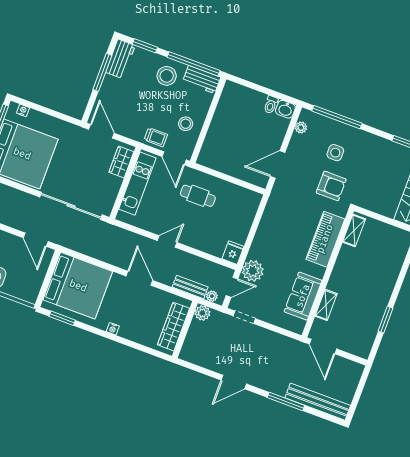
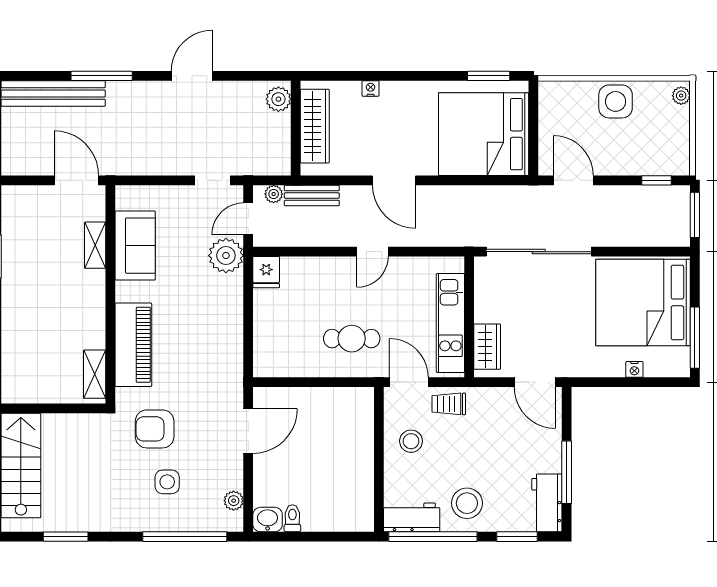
nightstand: (23, 110) -> (634, 369), moved
plant: (202, 313) -> (278, 99), moved
nightstand: (113, 329) -> (371, 88), moved

